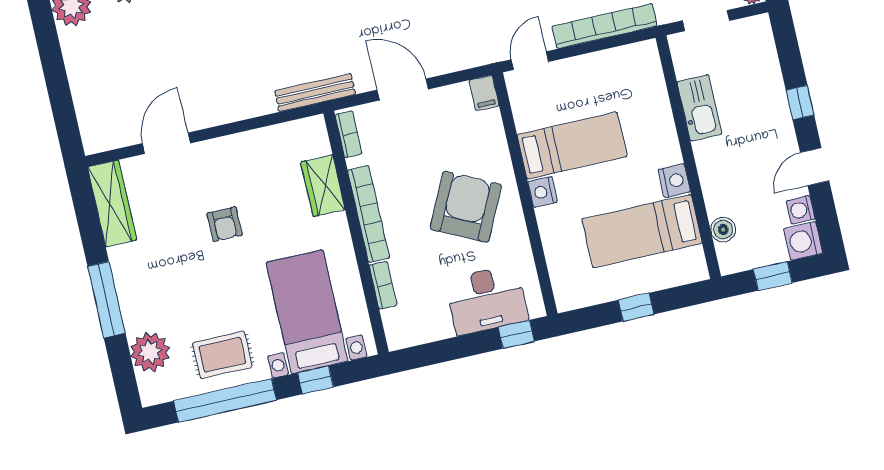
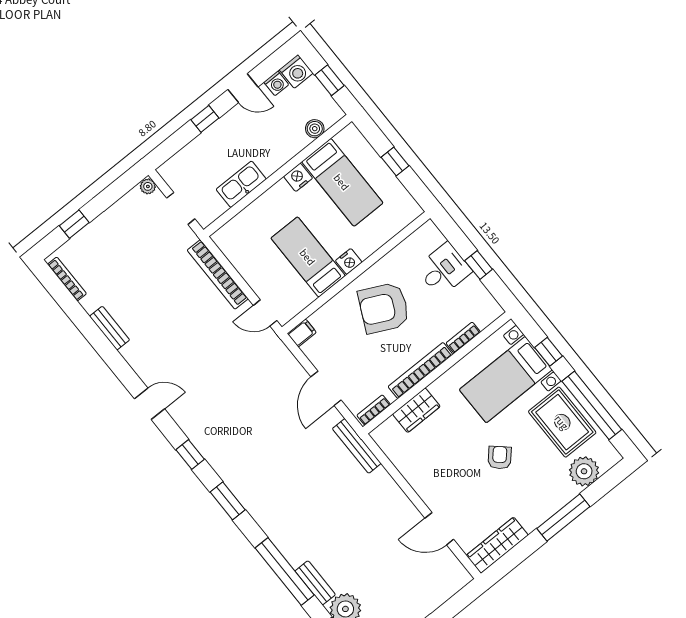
armchair: (224, 224) -> (500, 458), moved, turned -48
desk: (487, 300) -> (444, 270), width x0.73
window: (516, 334) -> (479, 265), moved
rug: (222, 355) -> (562, 422), width x1.36, depth x1.43

